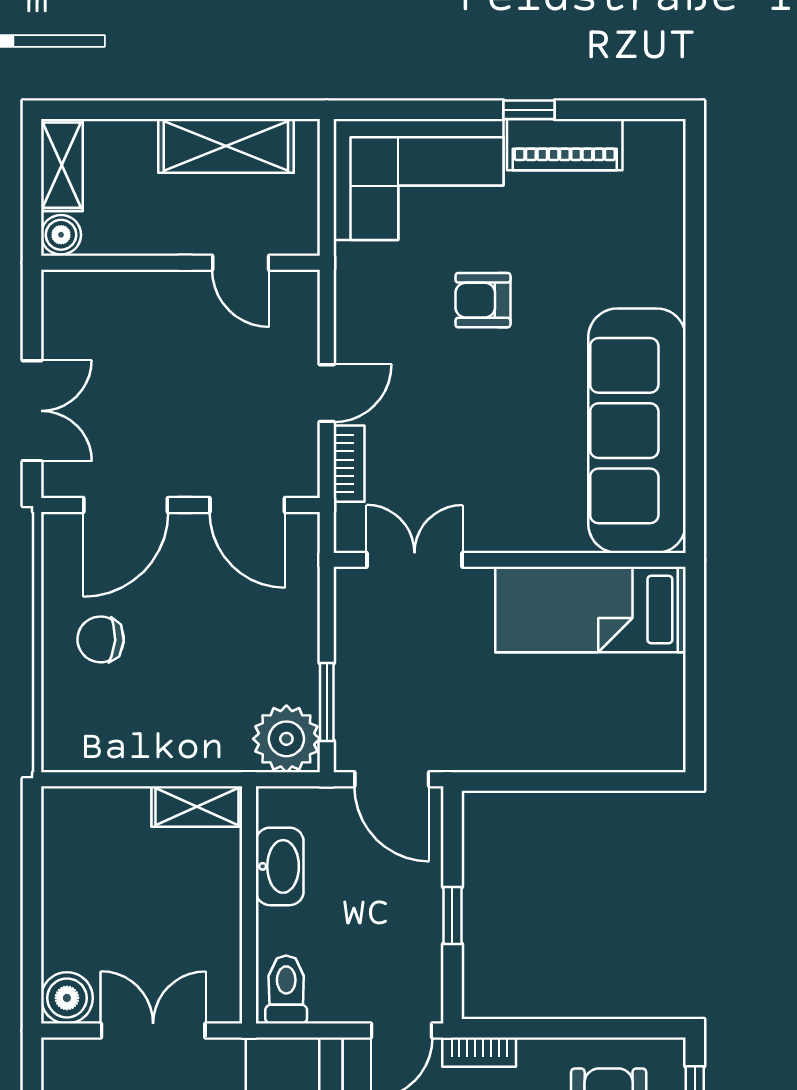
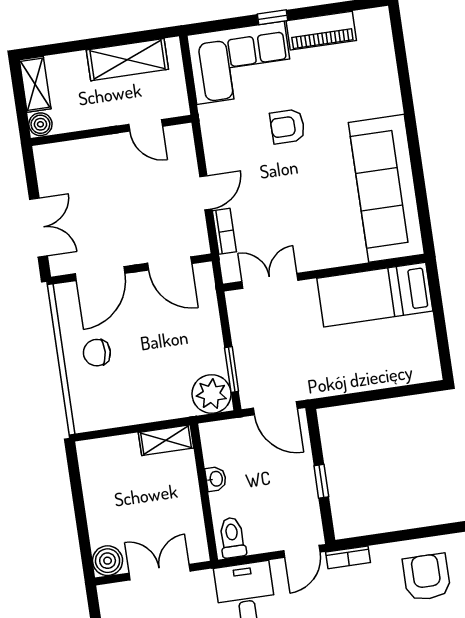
window: (529, 110) -> (273, 17), moved
washbasin: (280, 866) -> (216, 479), width x0.52, depth x0.69

